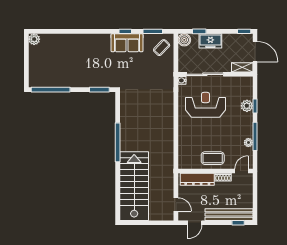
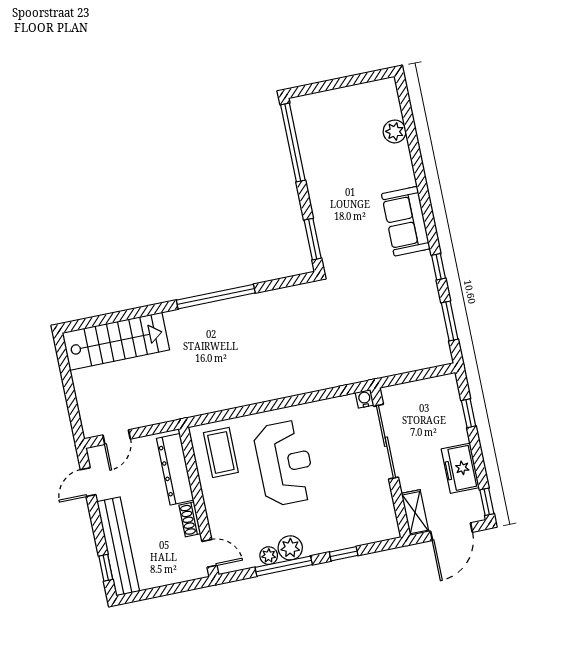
plant: (34, 39) -> (395, 131), moved
boiler: (184, 40) -> (446, 387), removed
freezer: (210, 41) -> (460, 468), moved
sofa: (127, 43) -> (406, 221), moved
coffee table: (162, 48) -> (421, 345), removed
reception desk: (205, 105) -> (285, 463), moved
plant: (247, 106) -> (290, 548), moved
coffee table: (213, 158) -> (221, 452), moved
stairs: (134, 186) -> (116, 341), width x0.73, depth x0.66
door: (195, 223) -> (88, 482), hinge flipped

